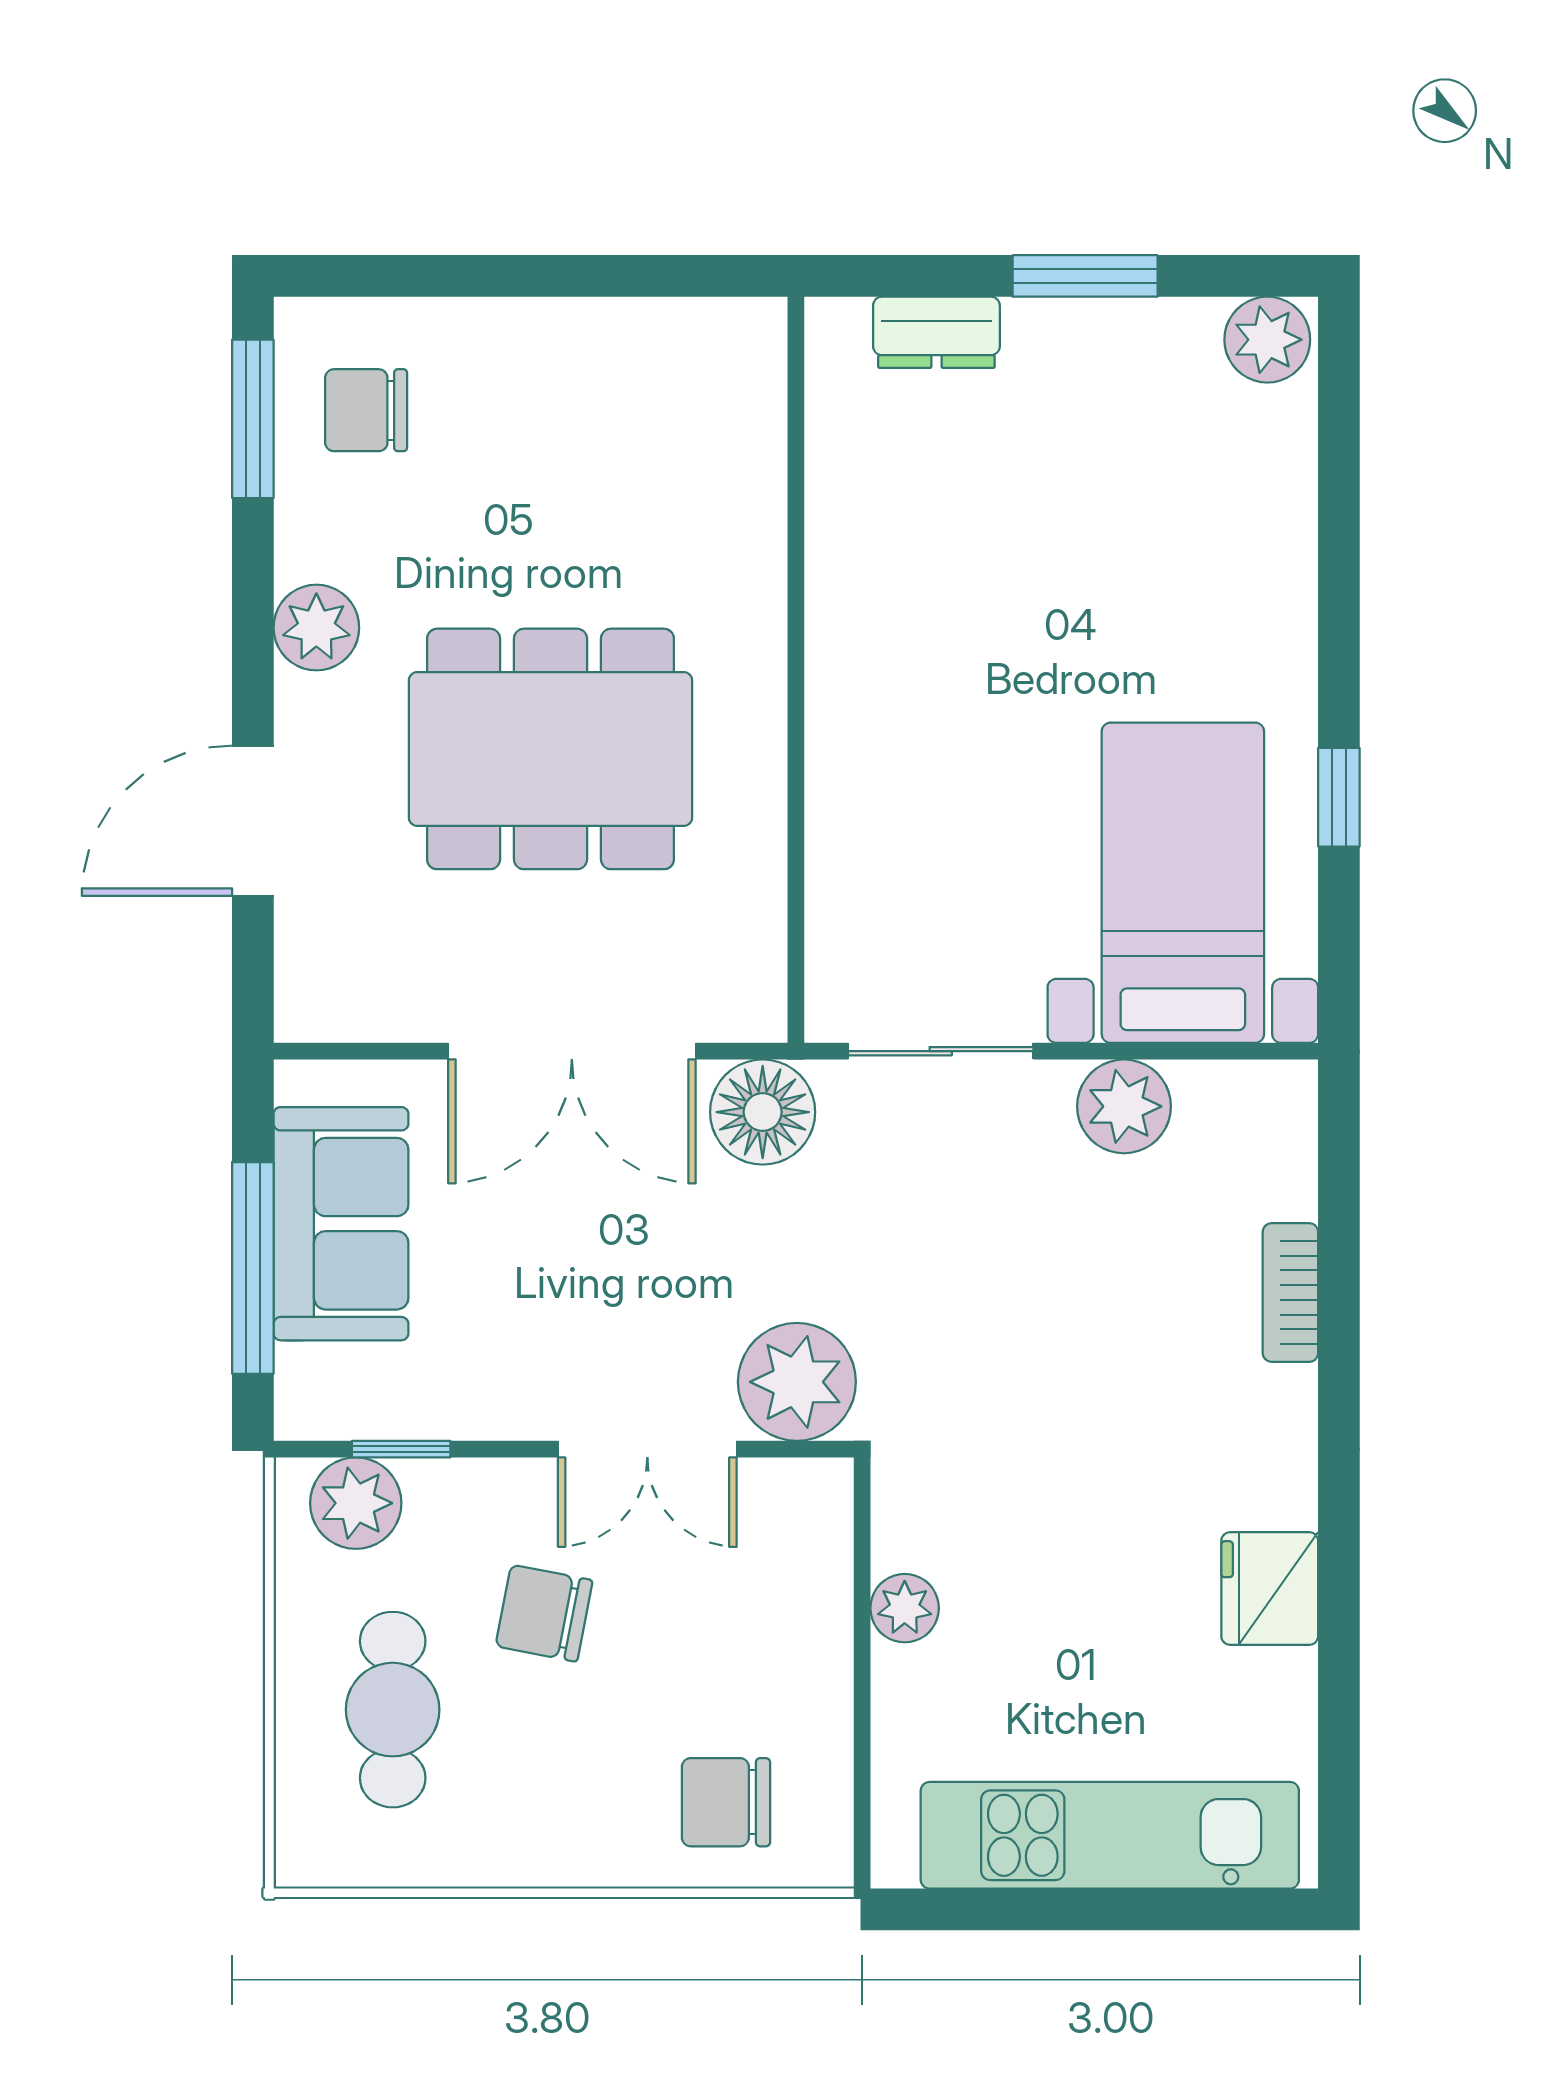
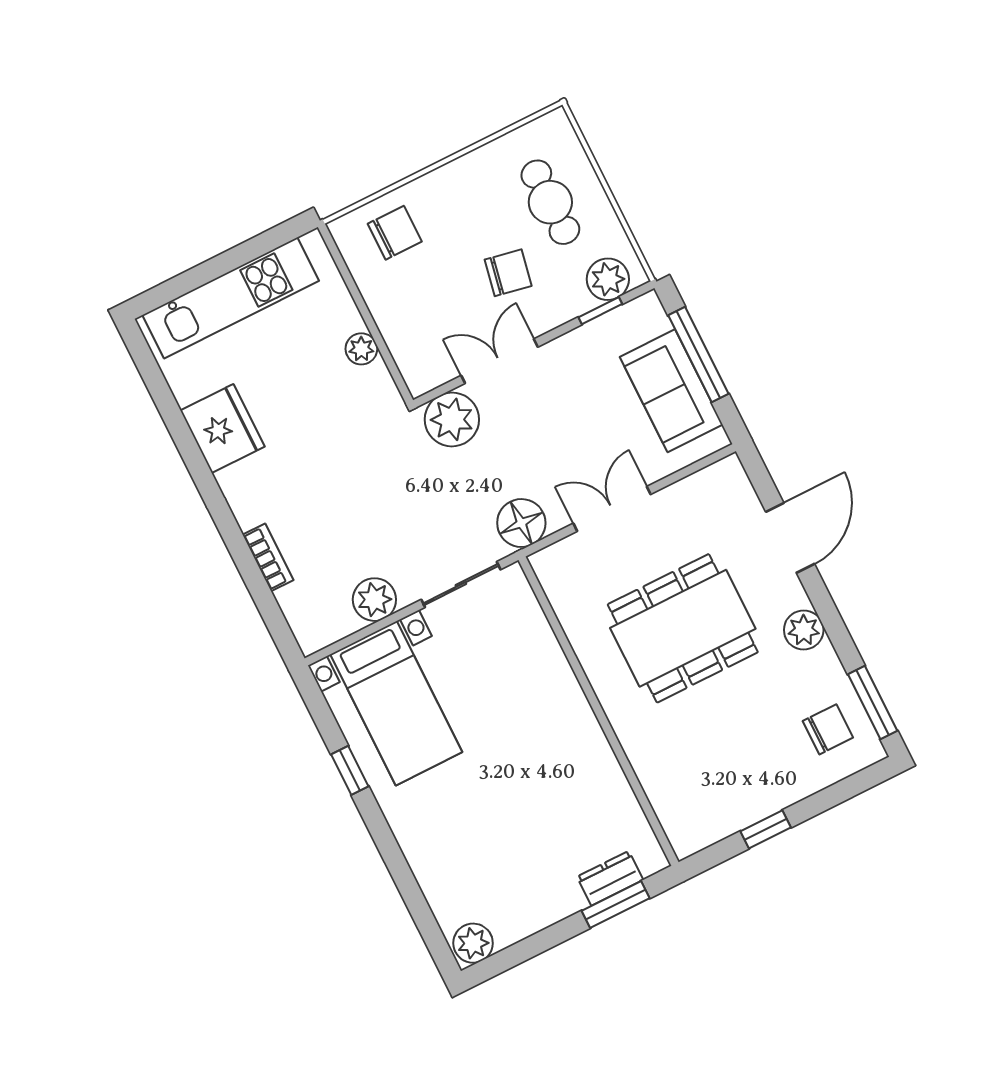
window: (585, 276) -> (766, 829), added
window: (1085, 276) -> (616, 904), moved
double door: (572, 1051) -> (612, 509), width x0.73
fridge: (1270, 1589) -> (222, 428), width x1.36, depth x1.34

